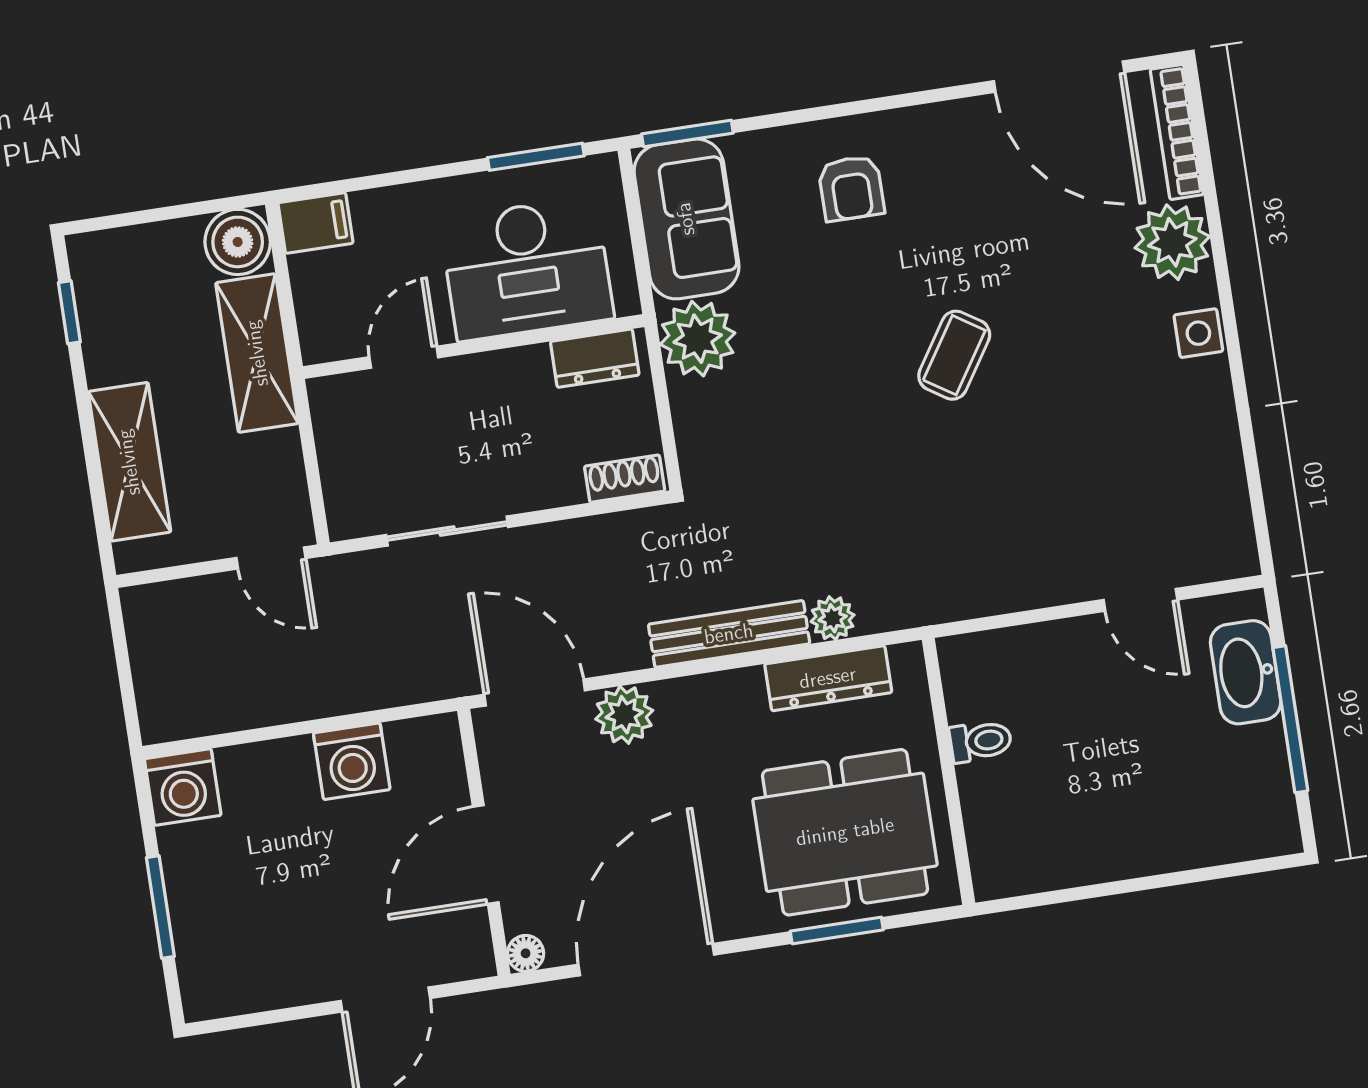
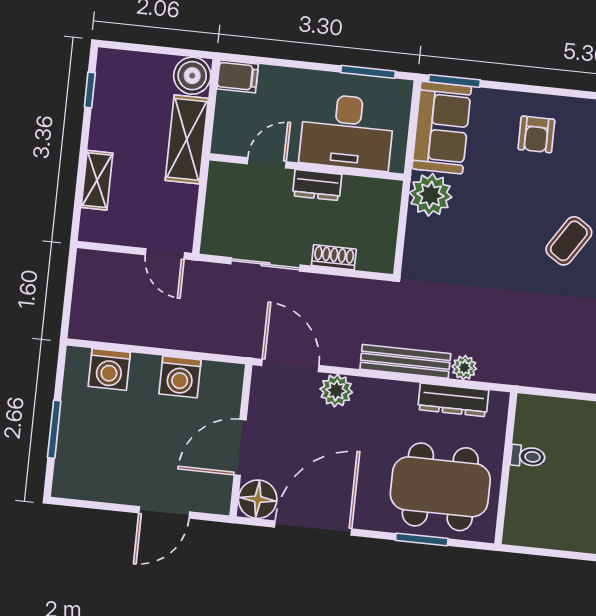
dresser: (595, 358) -> (317, 185), moved
shelving: (129, 462) -> (97, 180), width x0.67, depth x0.75
shoe rack: (625, 479) -> (334, 257), moved
washing machine: (183, 787) -> (109, 369), moved
floor lamp: (526, 953) -> (258, 499), width x1.89, depth x1.89

